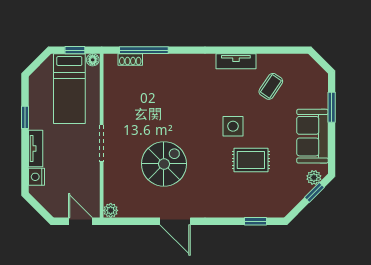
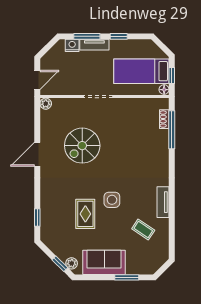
window: (25, 158) -> (87, 36), added
spiral stairs: (164, 164) -> (82, 146), turned 90

